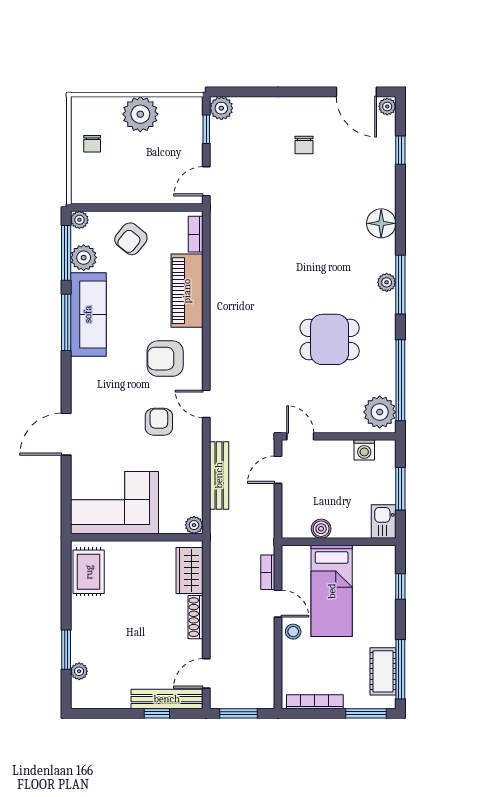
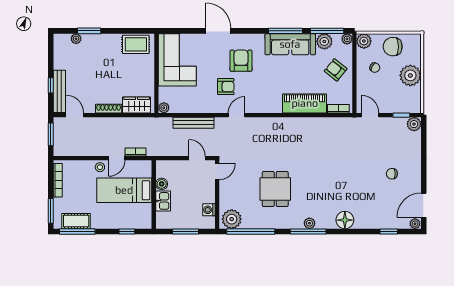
chair: (92, 144) -> (393, 47), width x1.87, depth x1.87
chair: (127, 173) -> (375, 68), added
plant: (83, 192) -> (364, 41), added
armchair: (165, 359) -> (241, 61), moved
kitchen sink: (384, 522) -> (163, 201), moved, turned 90

